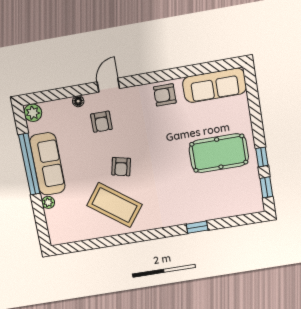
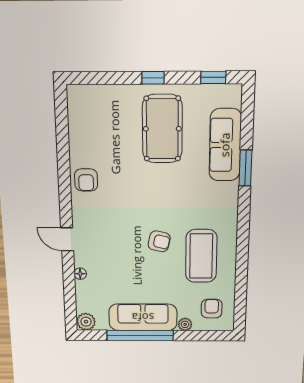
sofa: (215, 85) -> (225, 145), moved, turned 180
armchair: (101, 122) -> (212, 309), moved, turned -90
window: (262, 157) -> (153, 78), moved
coffee table: (114, 205) -> (201, 256), turned -37
window: (197, 227) -> (245, 168), width x1.50

